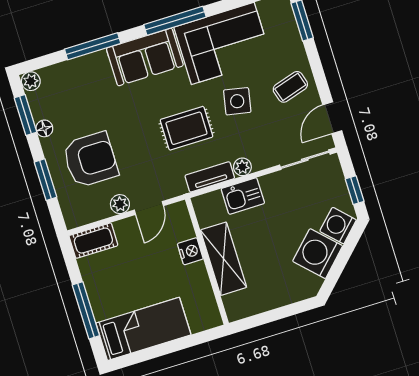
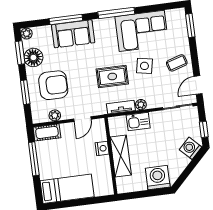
sofa: (145, 57) -> (73, 34), moved
floor lamp: (44, 128) -> (33, 57), width x1.89, depth x1.89
plant: (120, 204) -> (55, 115), moved
washing machine: (318, 254) -> (158, 178), moved, turned 45
window: (86, 310) -> (34, 159), moved

